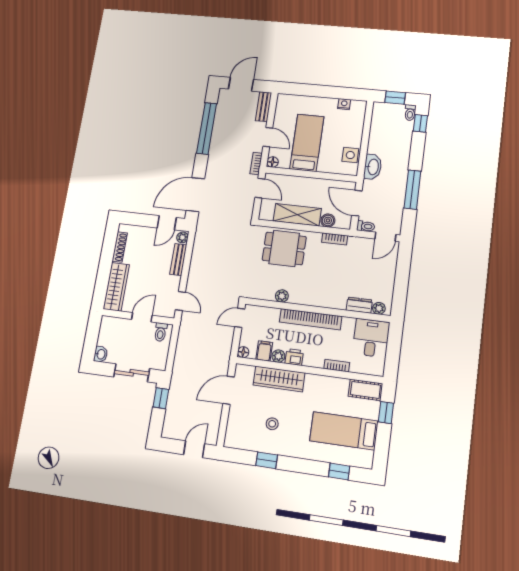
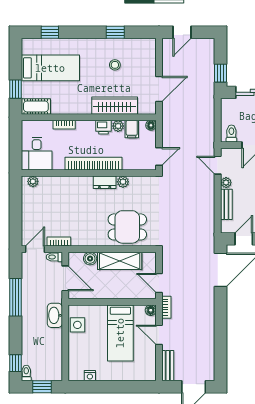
window: (207, 128) -> (221, 338), removed
plant: (182, 237) -> (226, 183), moved
bookcase: (335, 239) -> (59, 242), moved
dresser: (359, 305) -> (105, 182), moved

